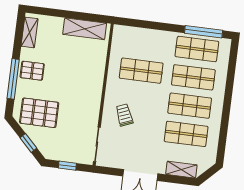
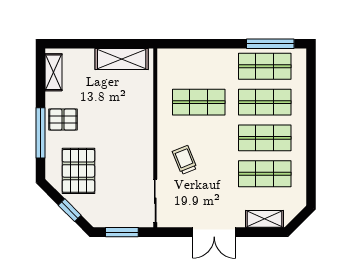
pallet: (39, 113) -> (78, 171), turned 90
window: (67, 166) -> (122, 232), width x1.50

